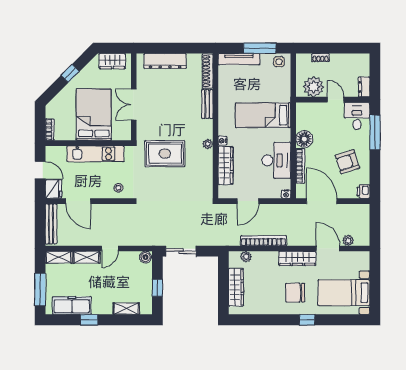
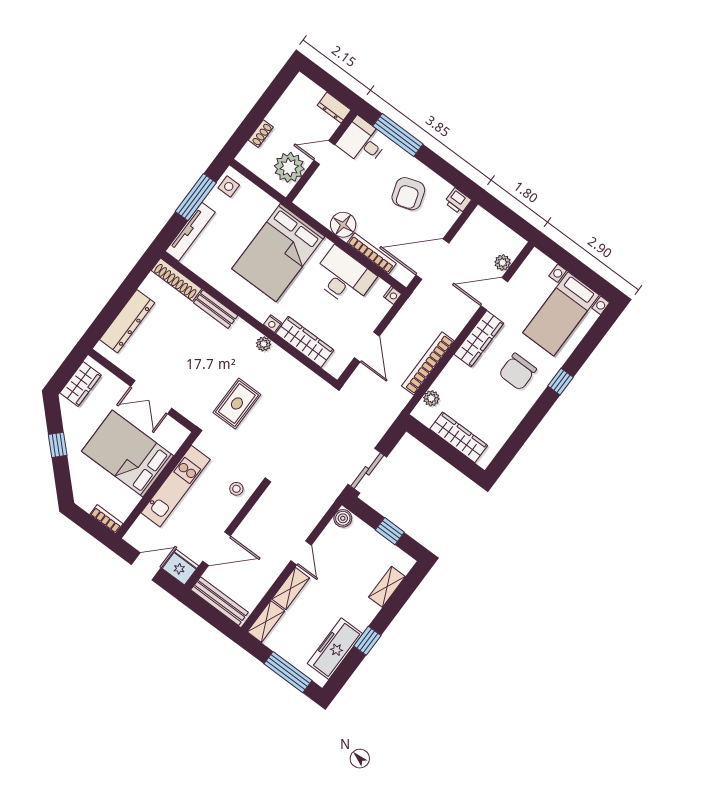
bed: (263, 115) -> (278, 253), width x1.50
rug: (165, 154) -> (237, 403), width x0.73, depth x0.70

